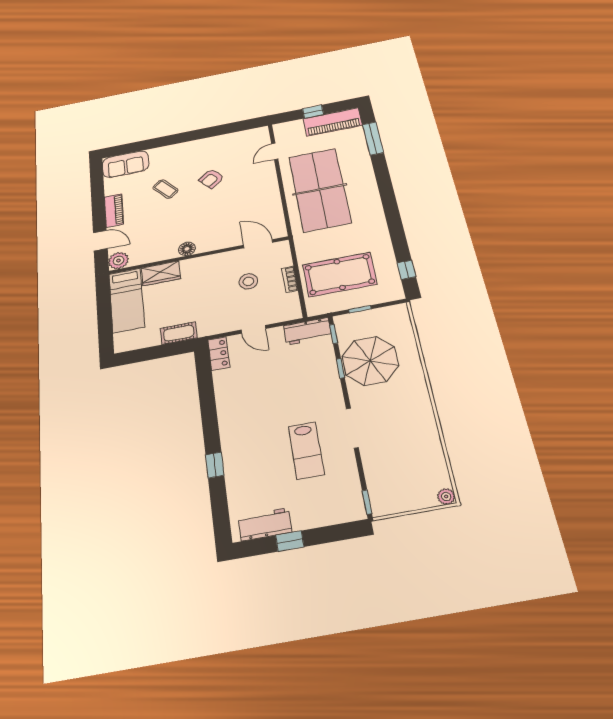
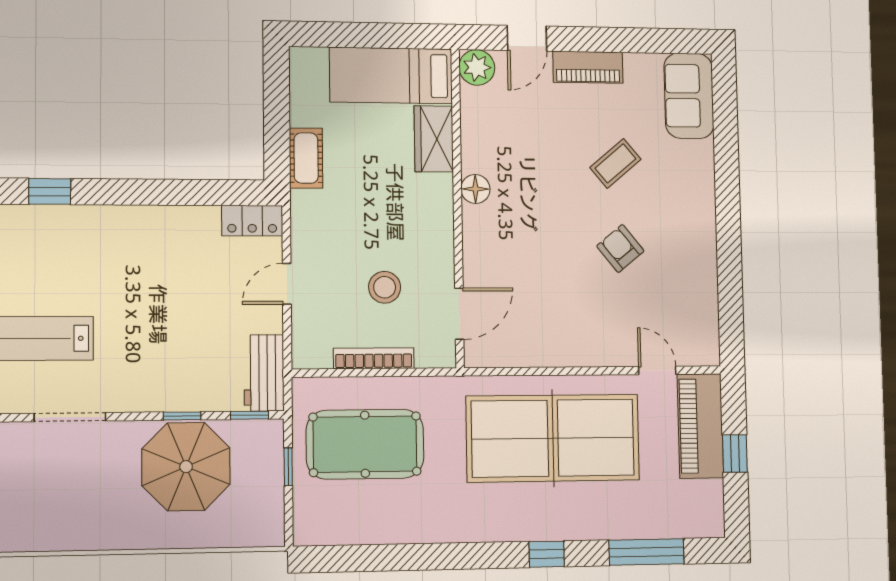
piano: (333, 122) -> (700, 426), moved
window: (406, 270) -> (547, 554), moved
pool table: (340, 274) -> (365, 444), turned 90
bookcase: (290, 279) -> (374, 358), width x1.56

